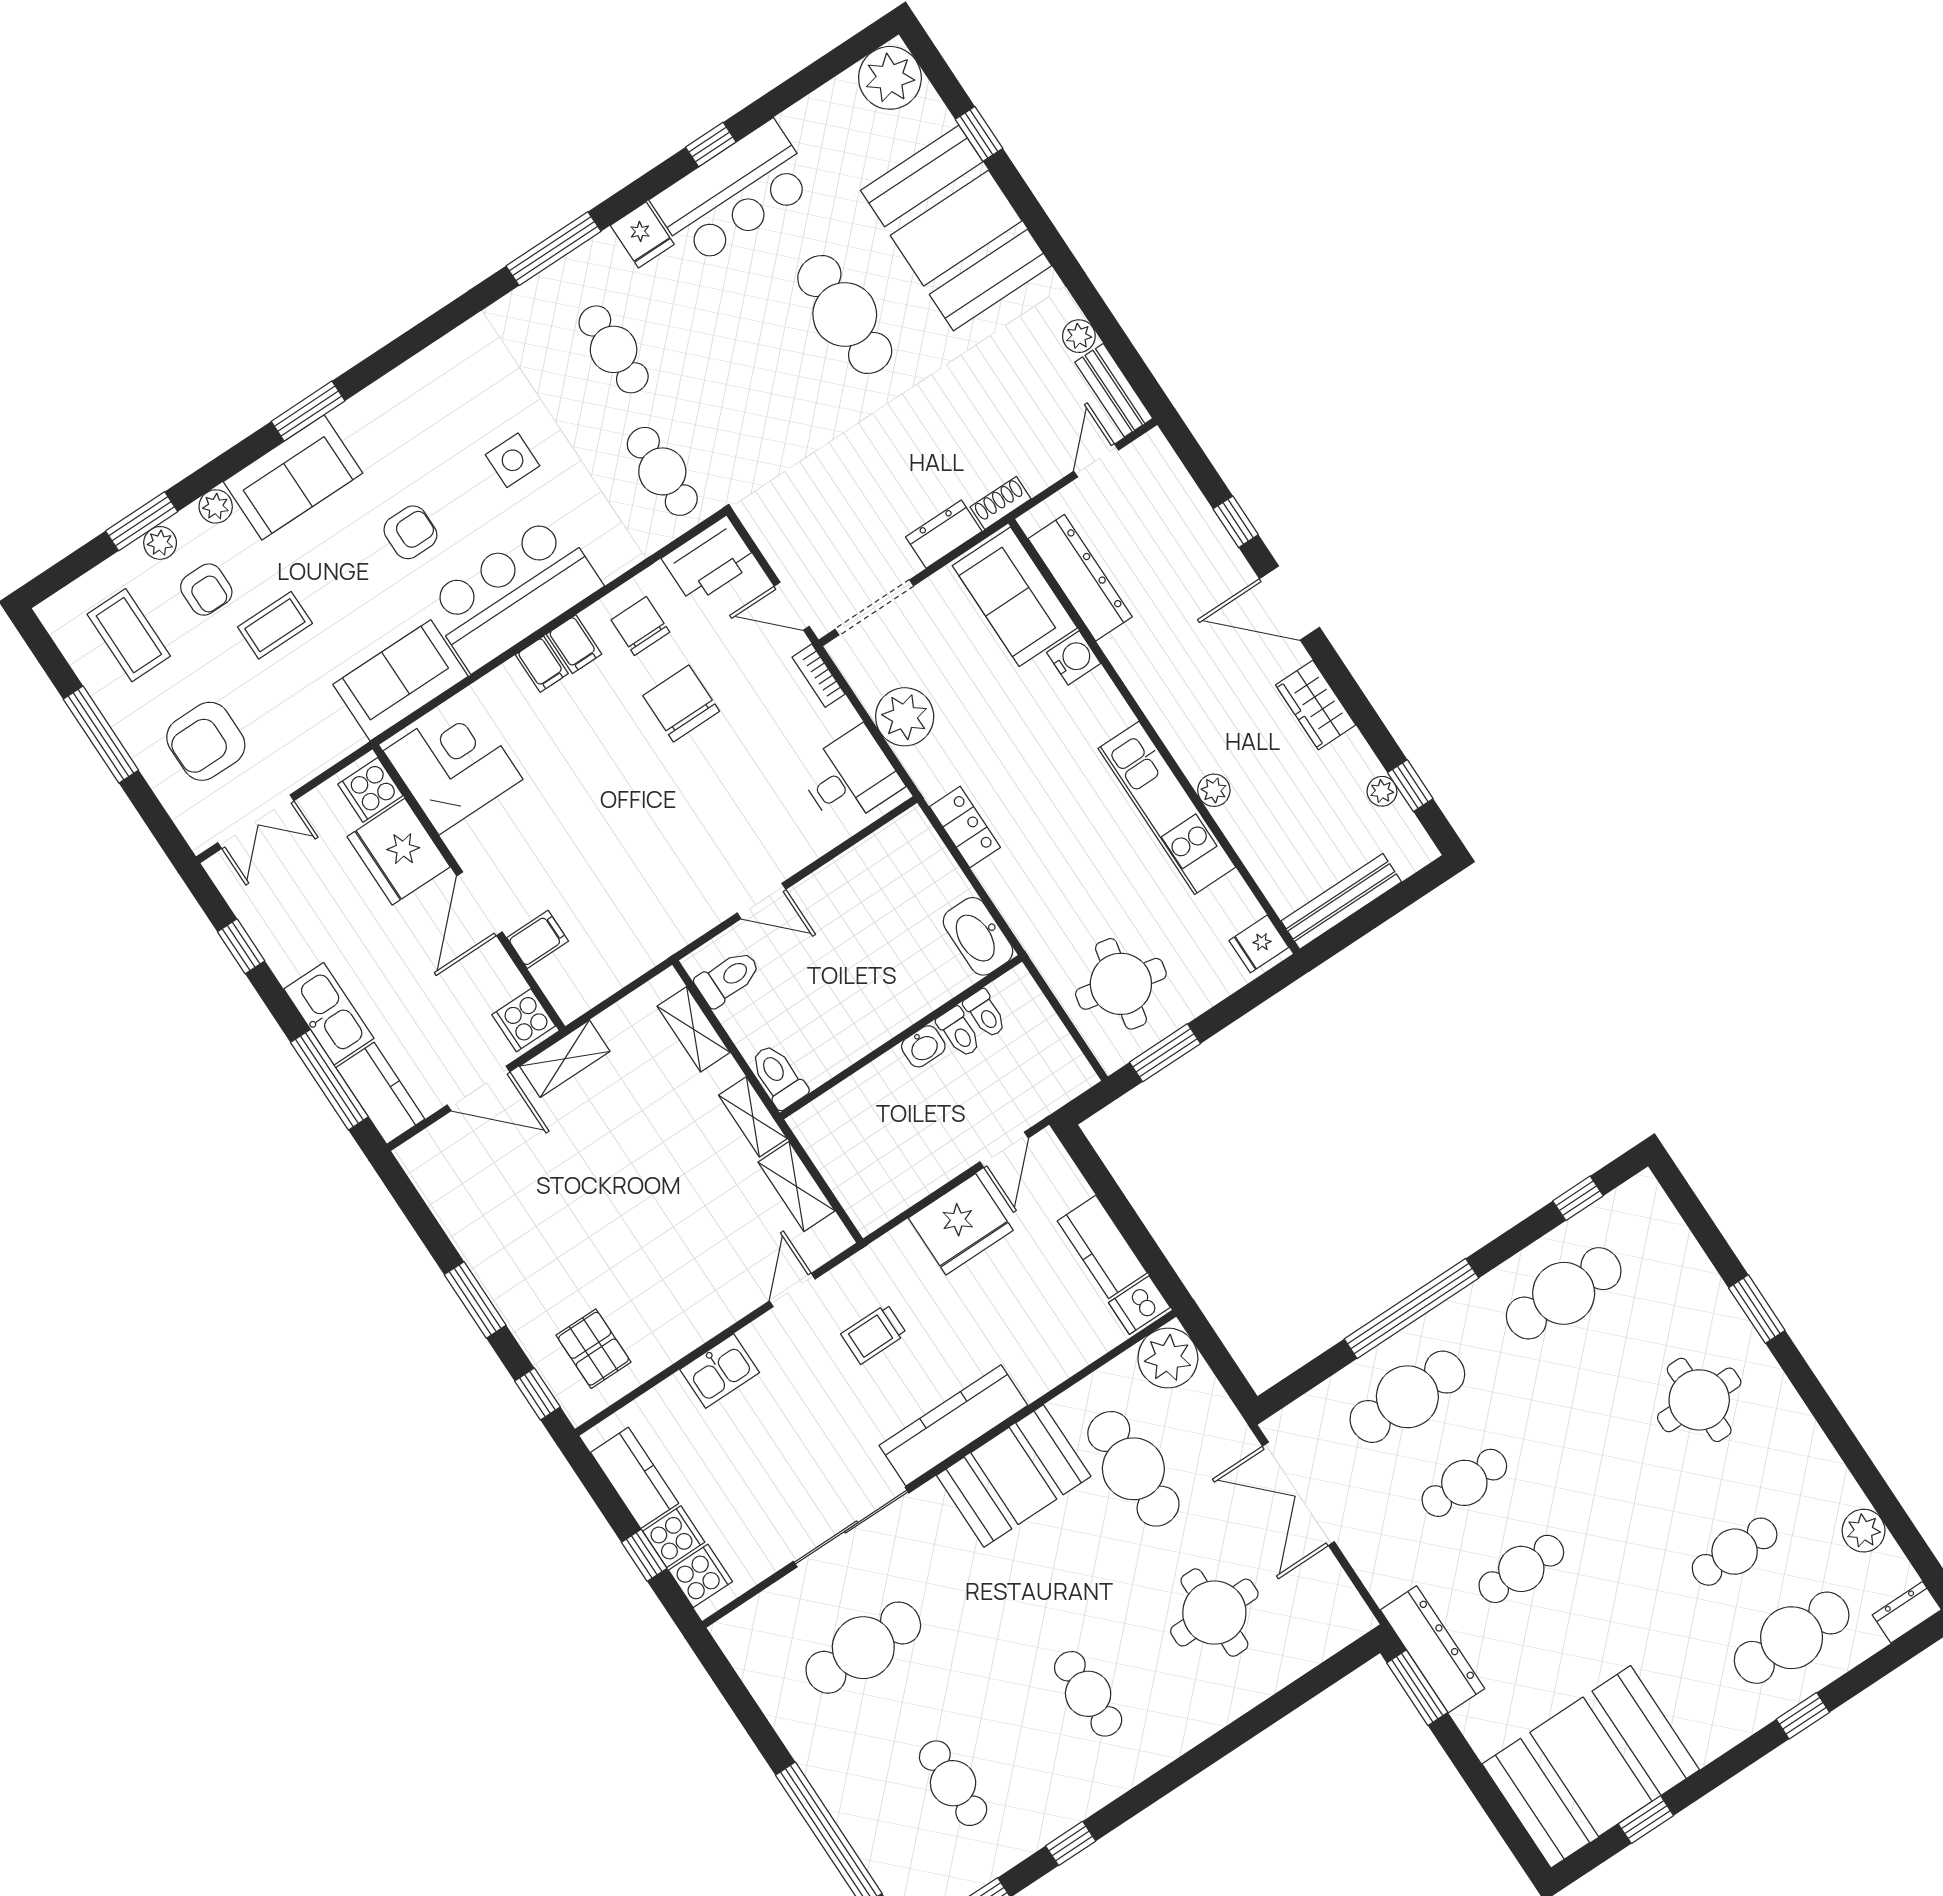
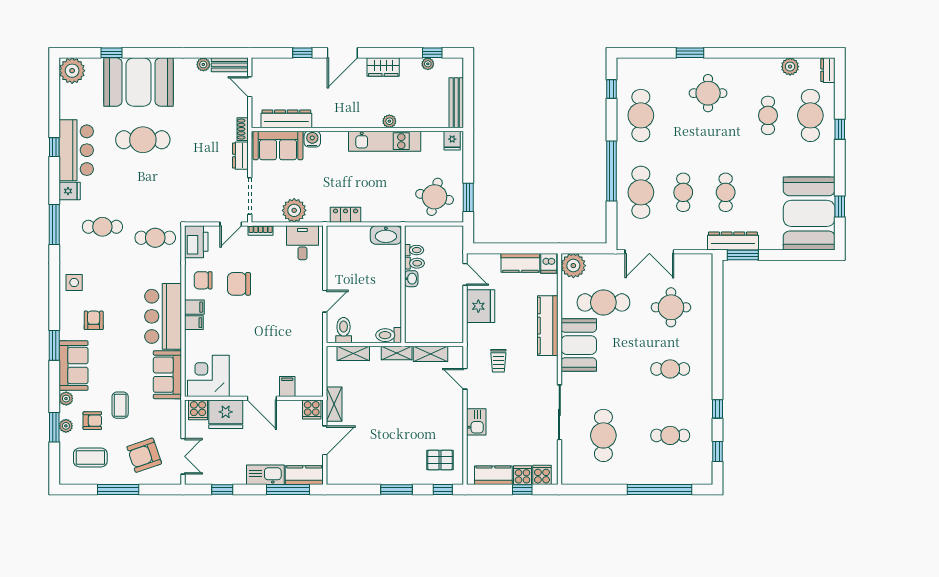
side table: (513, 460) -> (74, 282), moved
armchair: (410, 532) -> (94, 320), moved
armchair: (206, 741) -> (144, 455), turned 71
kitchen counter: (953, 1425) -> (548, 326), moved

